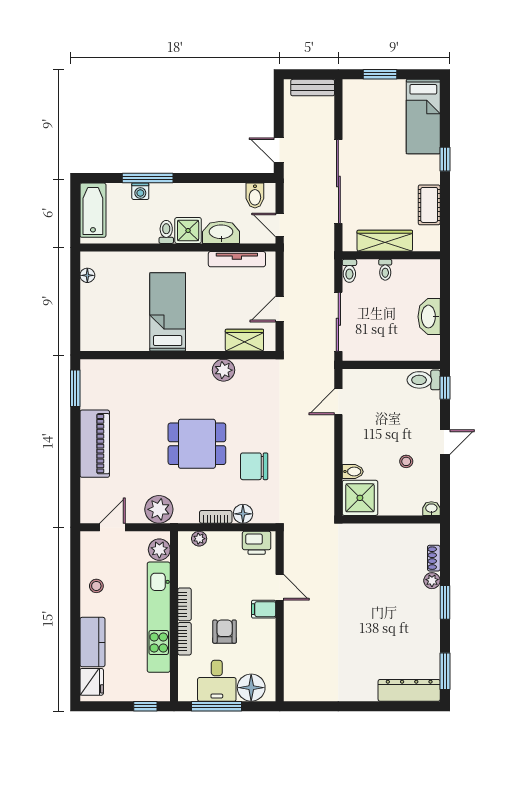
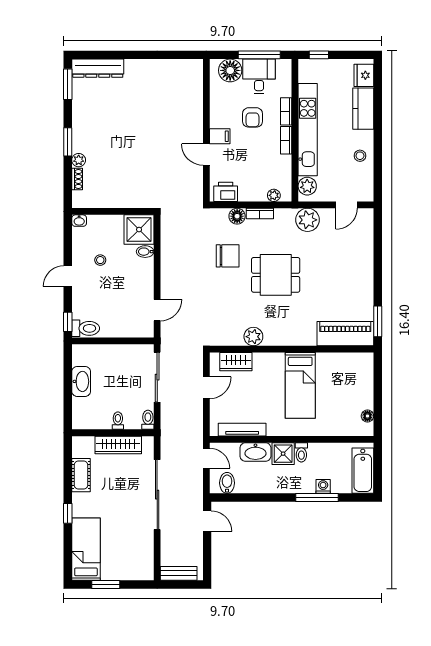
window: (380, 74) -> (106, 584), moved
piano: (95, 444) -> (345, 334), moved, turned 90

